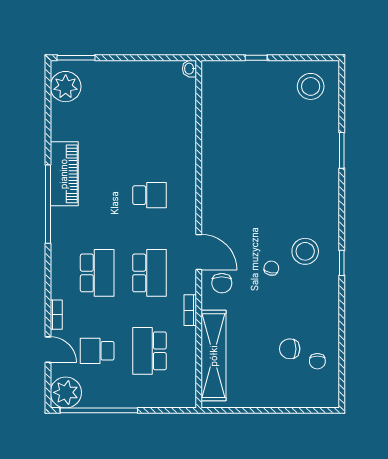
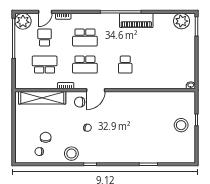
stool: (311, 86) -> (181, 125), moved
stool: (305, 251) -> (71, 154), moved

